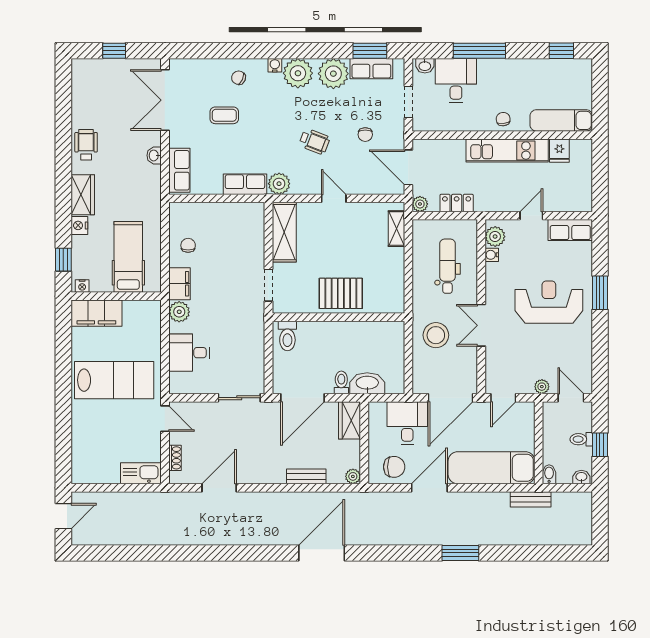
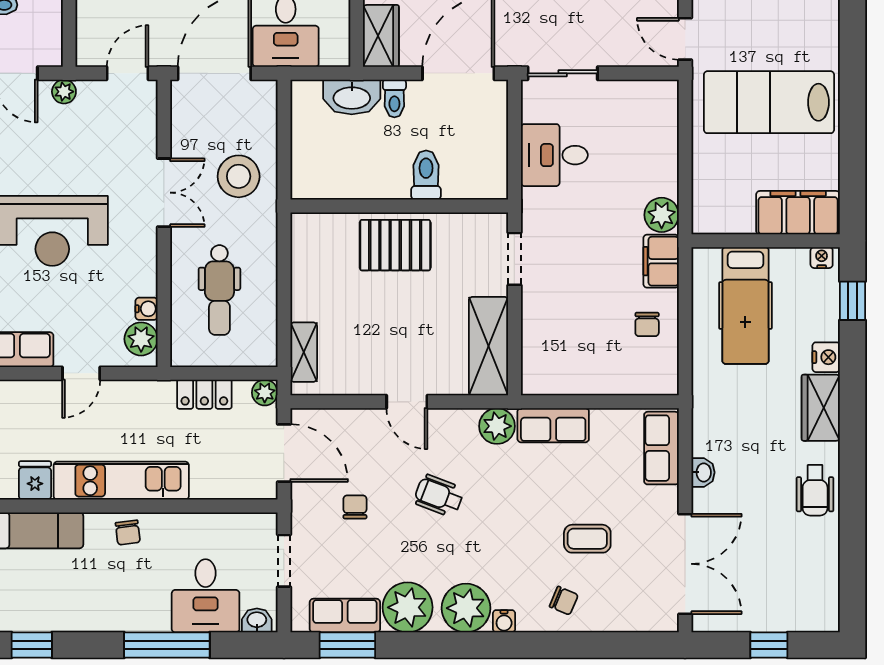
toilet: (287, 336) -> (426, 175), moved
desk: (189, 353) -> (554, 155), moved, turned 180

